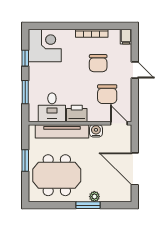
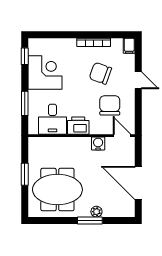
corner desk: (45, 45) -> (45, 72), moved
window: (25, 58) -> (25, 56), moved
chair: (98, 63) -> (100, 73), turned 110
chair: (107, 94) -> (110, 105), turned 180
tv unit: (62, 131) -> (63, 144), removed

